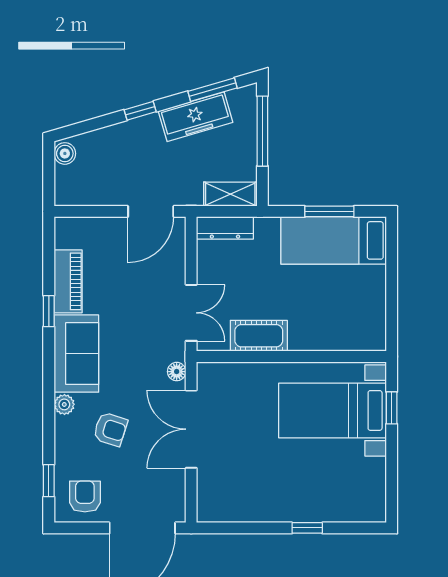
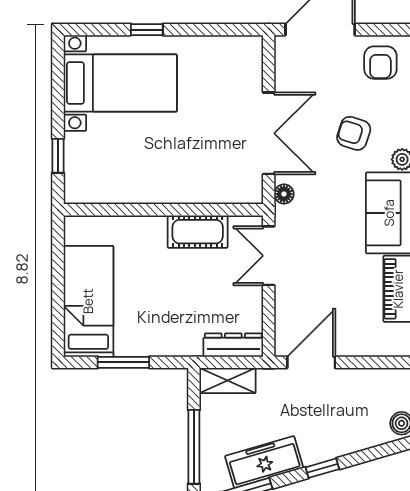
bed: (334, 240) -> (88, 301), moved, turned -90
bed with nightstands: (332, 410) -> (120, 83), moved

